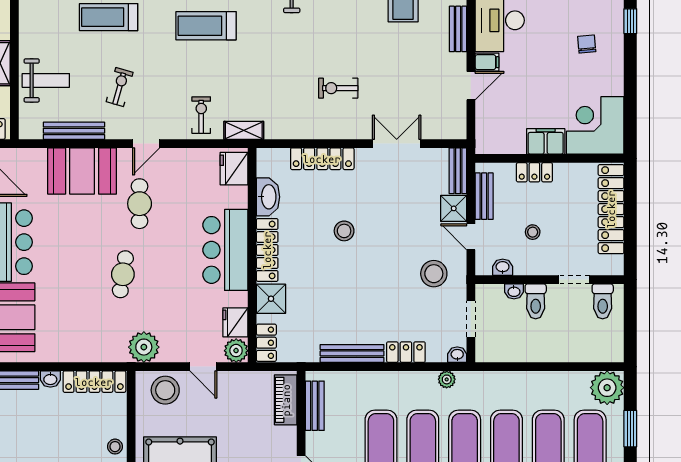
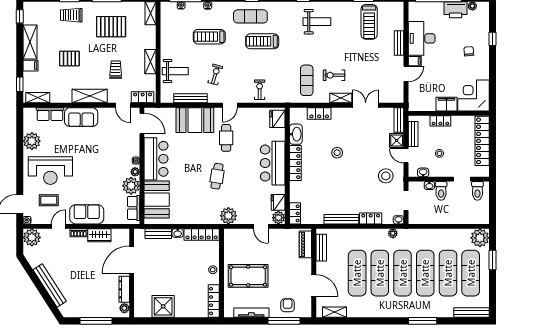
exercise mat: (288, 98) -> (307, 80), added
shelving: (244, 130) -> (341, 98), moved
locker: (322, 159) -> (319, 113), width x0.66
shower: (271, 299) -> (297, 190), removed
stool: (165, 390) -> (240, 239), removed

